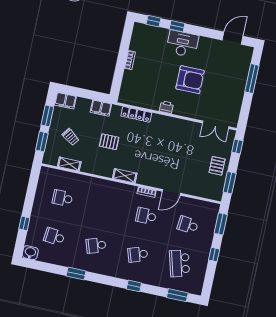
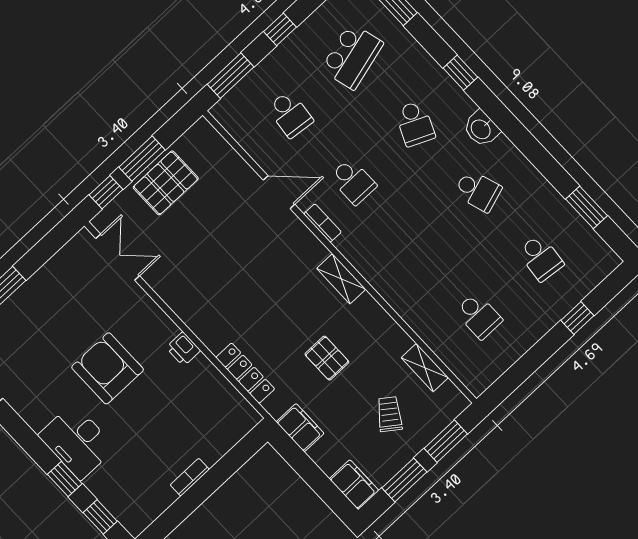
pallet: (217, 166) -> (166, 183), width x1.50, depth x1.42
window: (230, 183) -> (142, 158), moved
washbasin: (30, 253) -> (481, 129), moved
school desk: (138, 254) -> (415, 124), turned 42
window: (76, 274) -> (586, 207), moved

